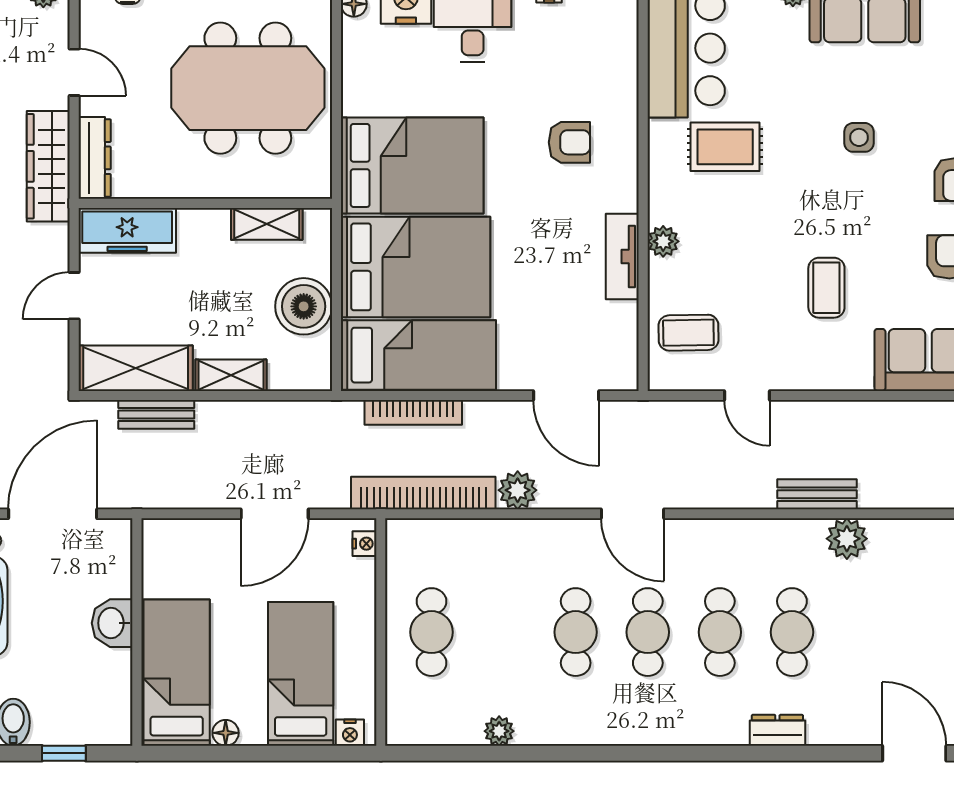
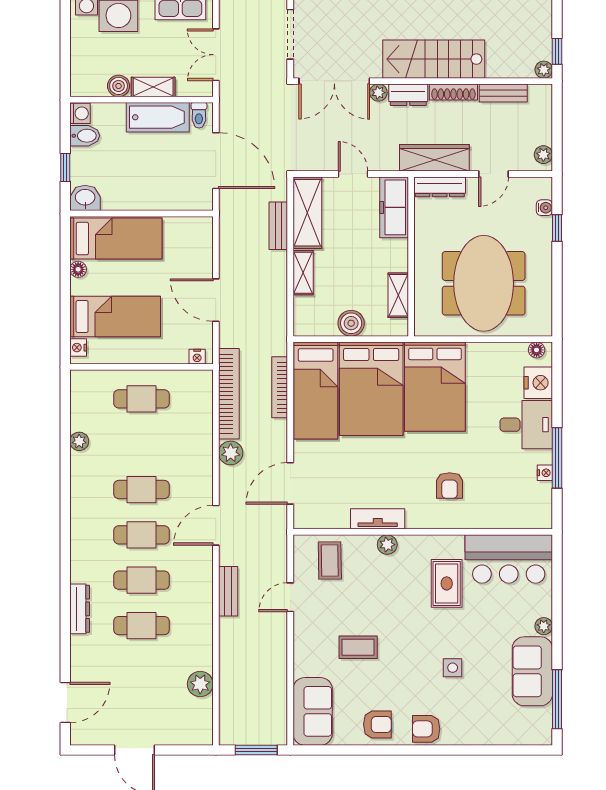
boiler: (304, 306) -> (351, 323), width x0.73, depth x0.73
bench: (817, 494) -> (228, 591), moved
plant: (847, 539) -> (200, 684), moved
washbasin: (112, 623) -> (85, 198), moved
dresser: (777, 730) -> (80, 609), width x1.44

